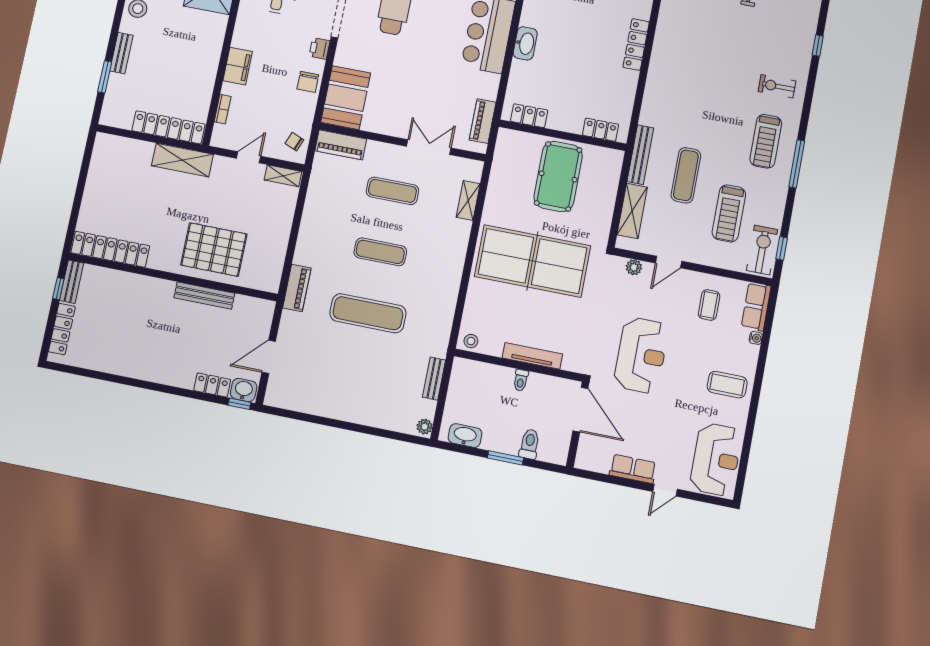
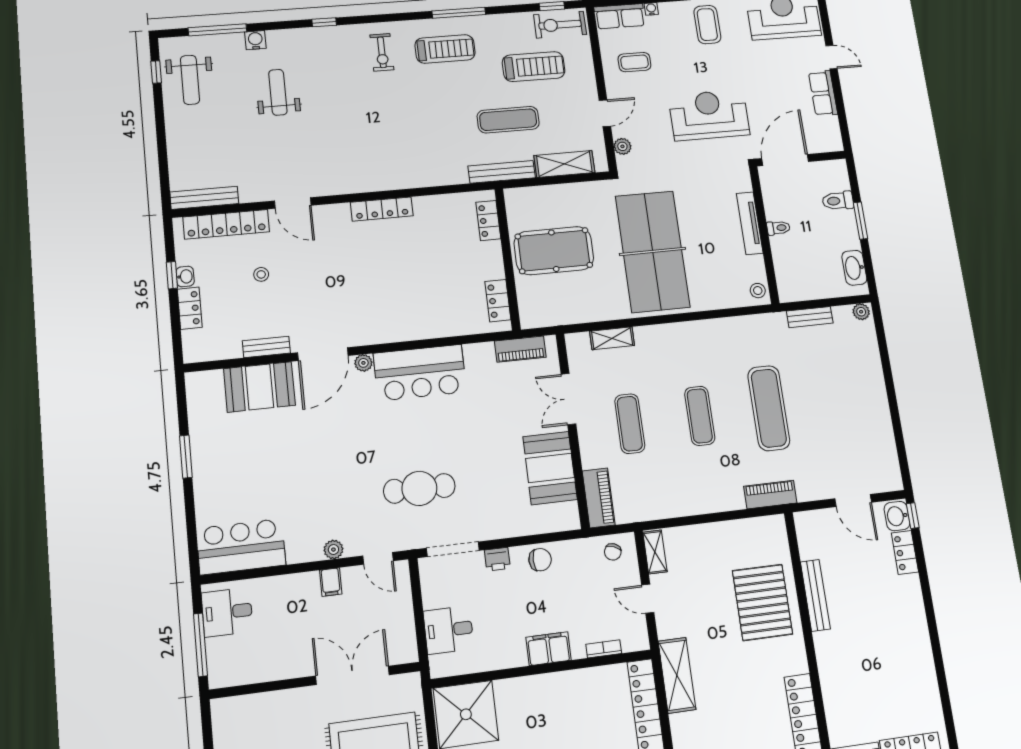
washbasin: (525, 43) -> (418, 329), removed
booth: (346, 98) -> (550, 468), moved, turned 90
door: (669, 262) -> (605, 113), hinge flipped

